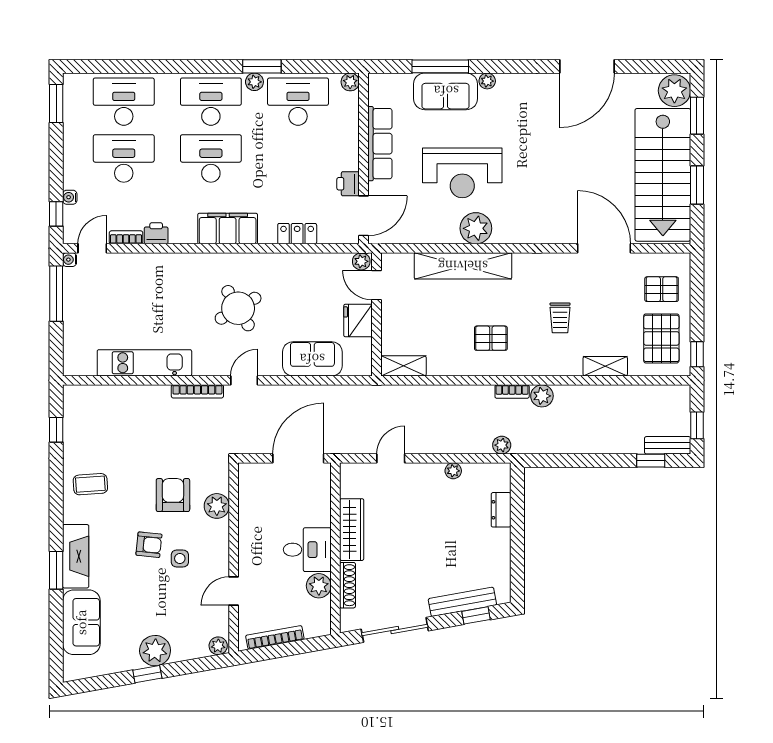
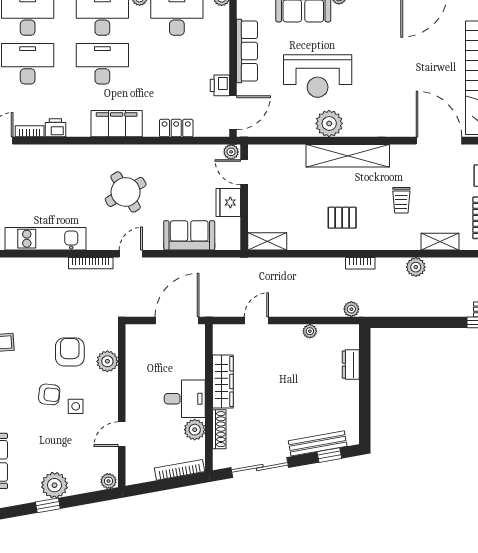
shelving: (463, 266) -> (348, 156), moved
plant: (542, 396) -> (416, 267), moved
bookcase: (275, 637) -> (180, 470), moved

